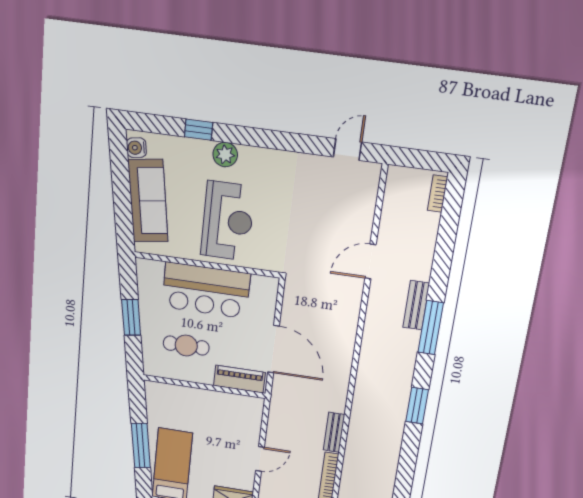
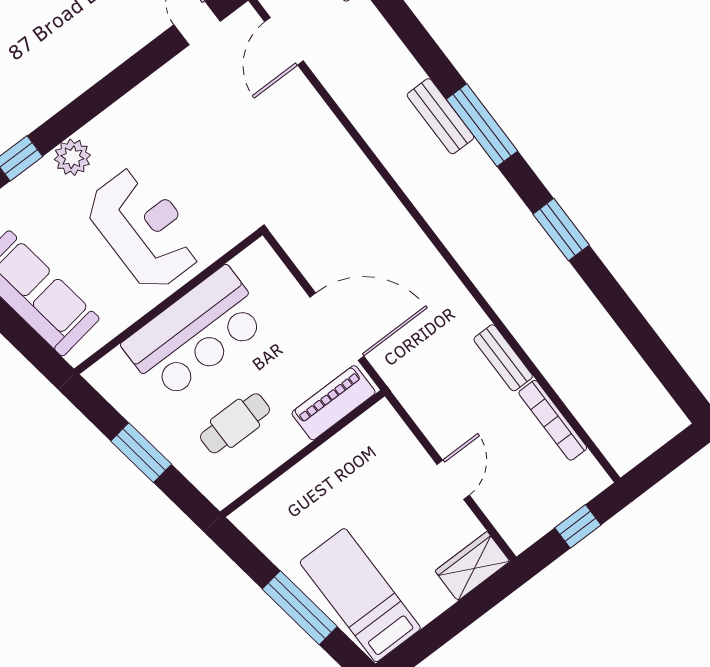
door: (370, 261) -> (284, 41), moved

